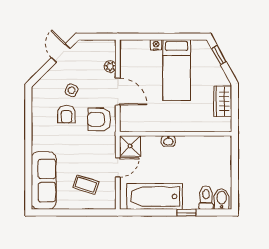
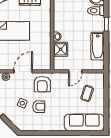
shower: (130, 146) -> (61, 49), moved
door: (118, 167) -> (75, 71), swing flipped
bathtub: (155, 196) -> (98, 46), width x0.73, depth x0.73

